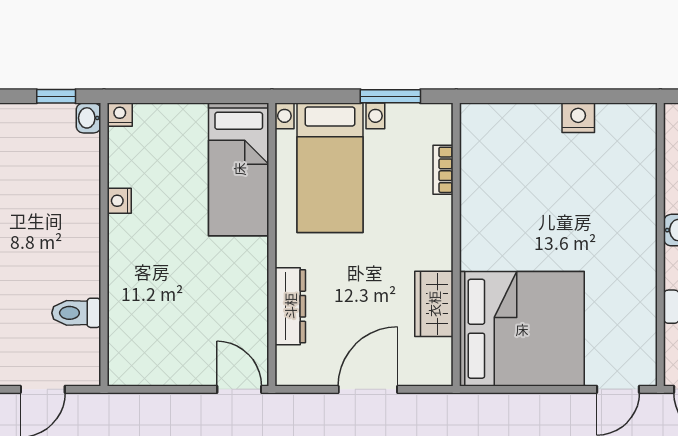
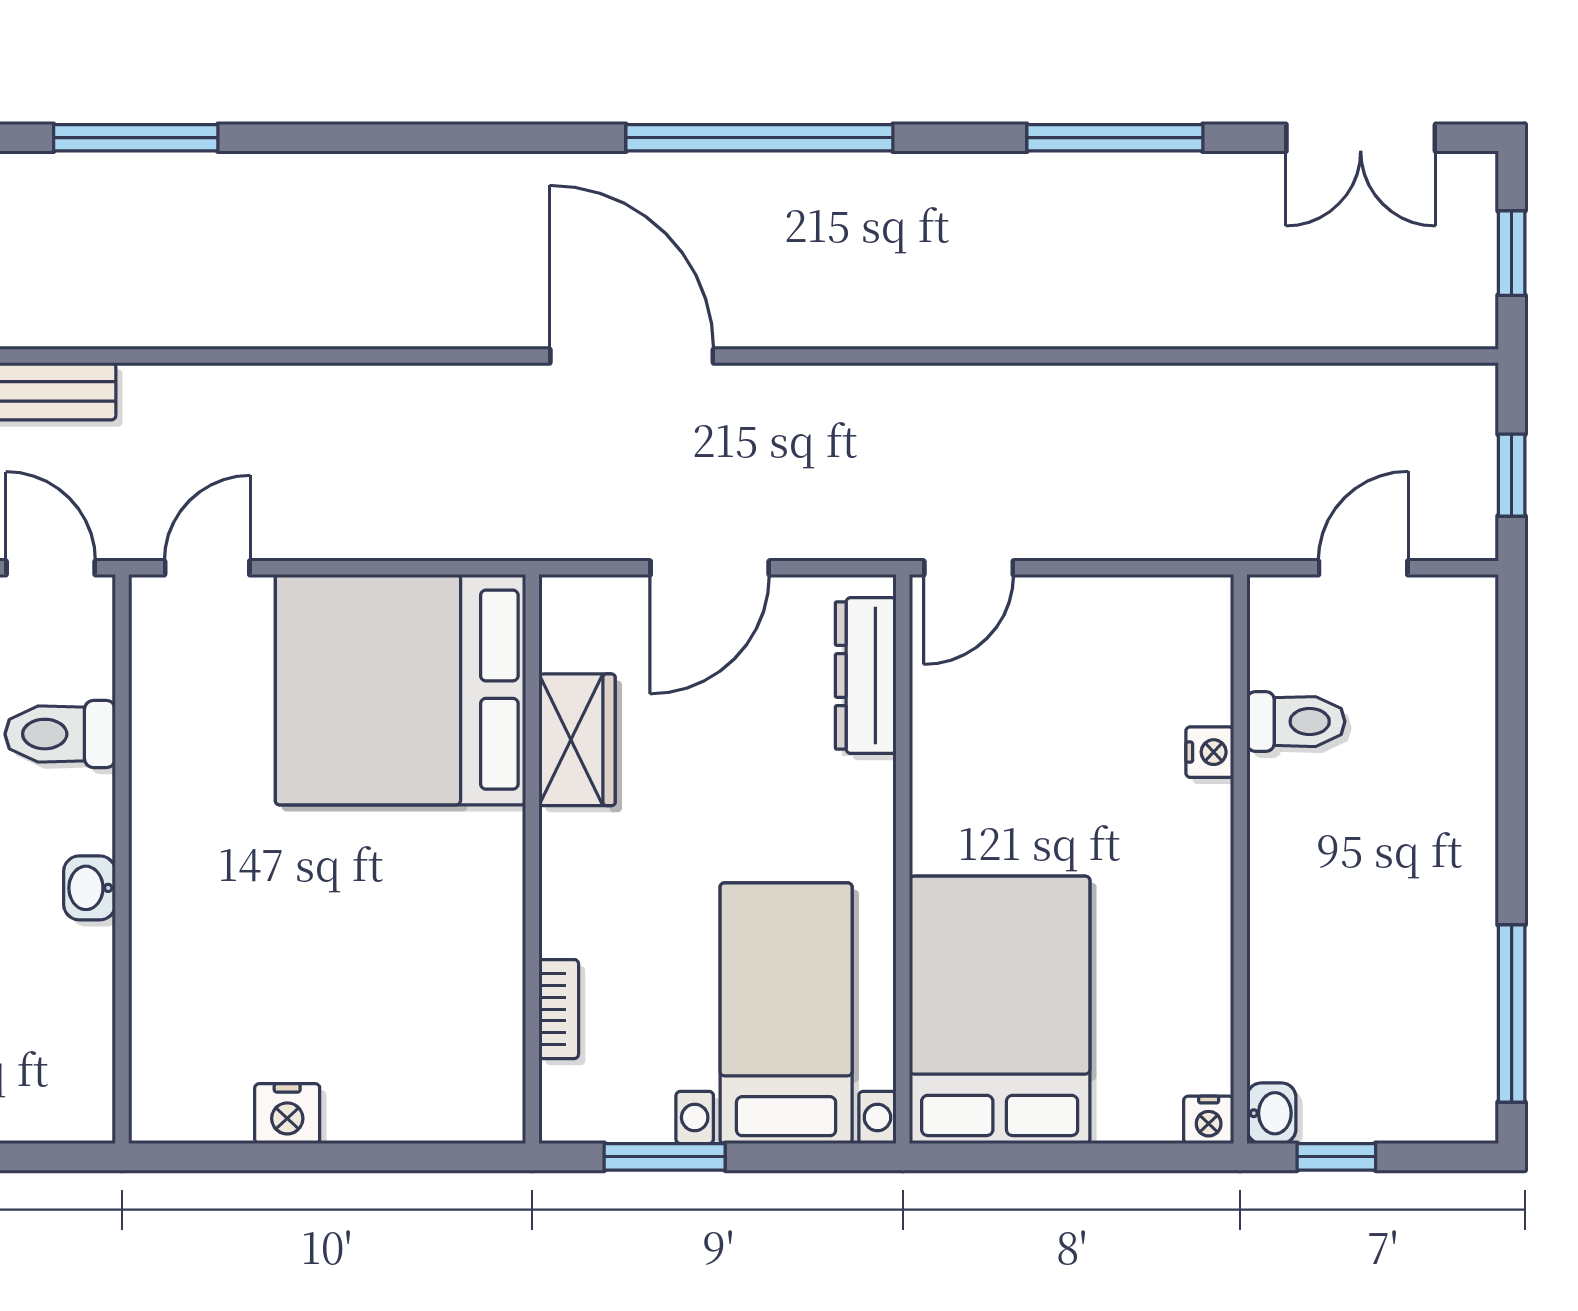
bed: (239, 169) -> (1000, 1010), width x1.50
nightstand: (119, 201) -> (1210, 752), moved
dresser: (290, 306) -> (866, 676), moved
door: (239, 389) -> (969, 568), hinge flipped

